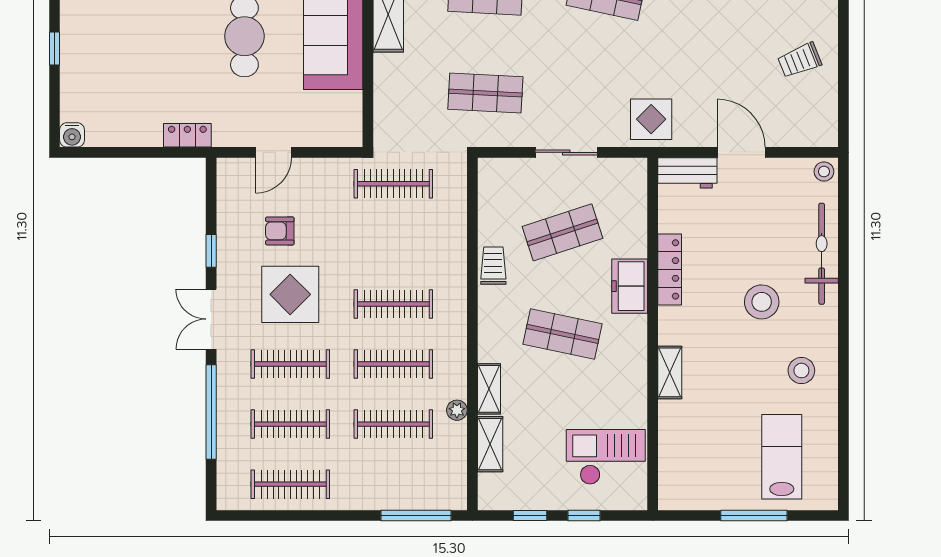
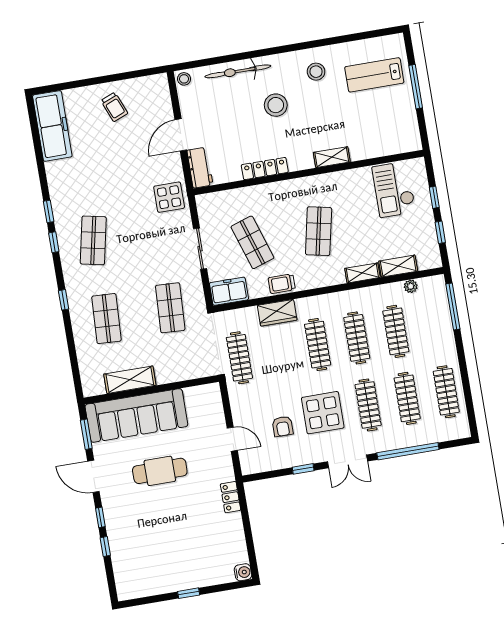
wardrobe: (451, 251) -> (277, 313), added
freezer: (630, 286) -> (229, 291), moved, turned 180
plant: (457, 410) -> (411, 286), moved

